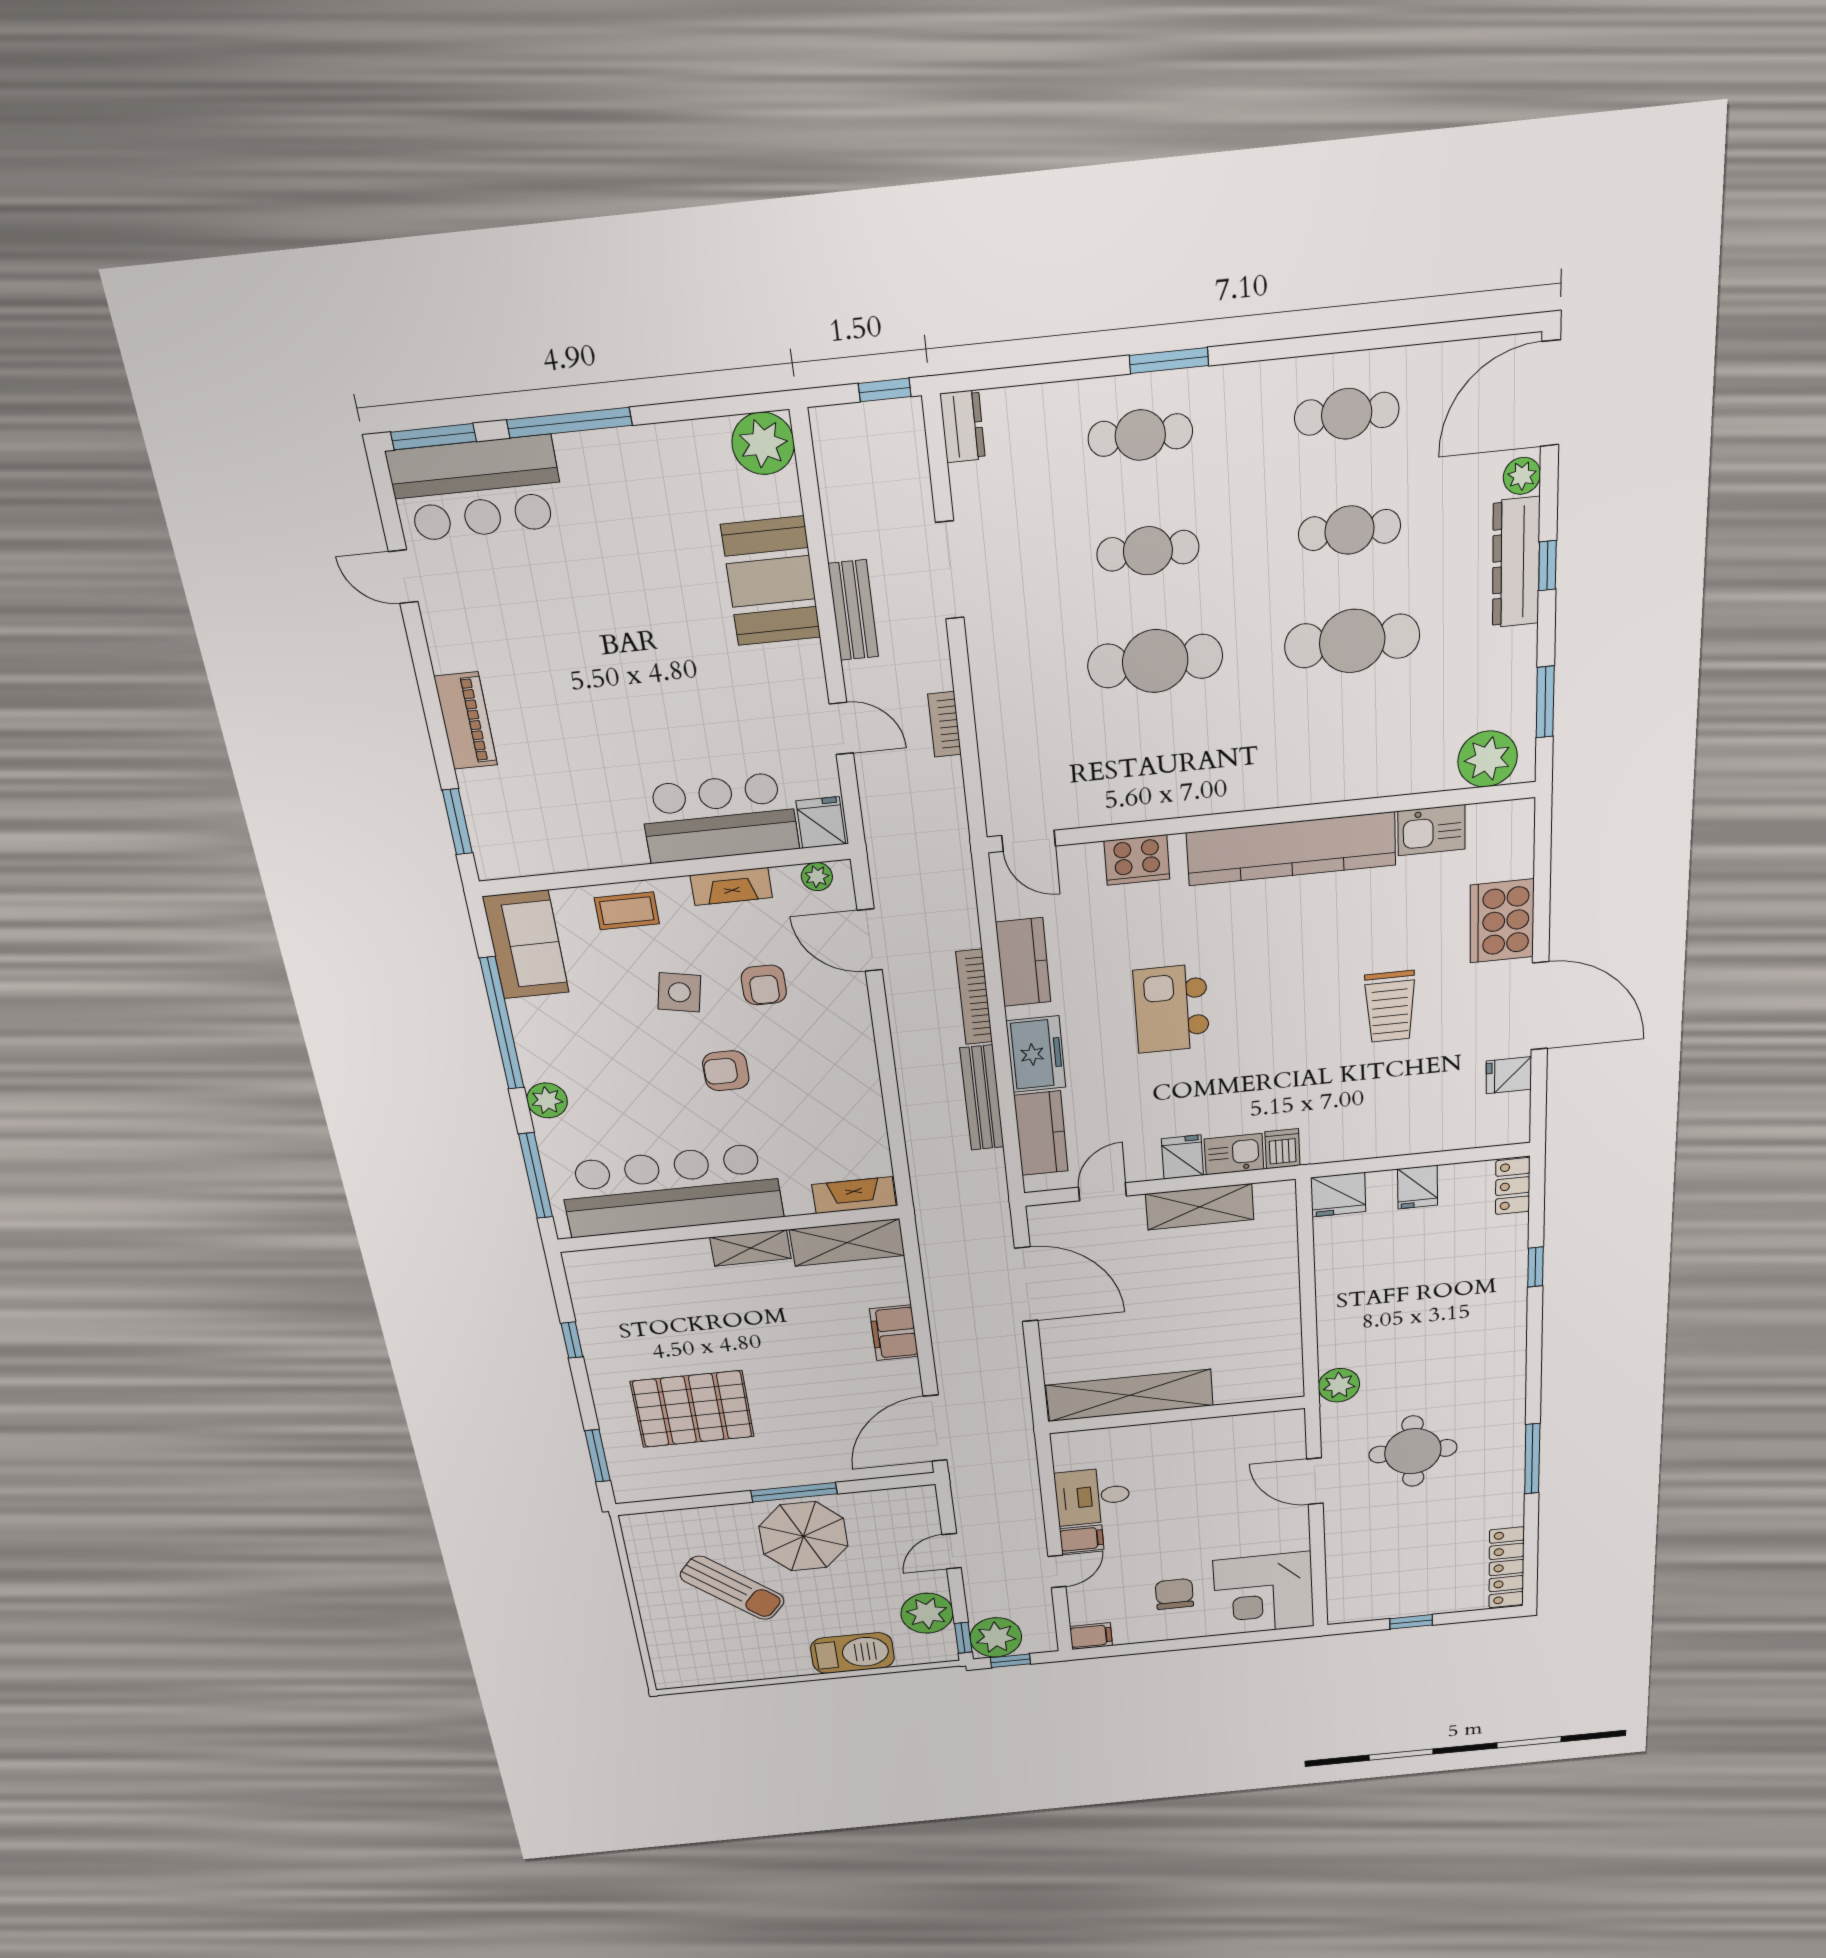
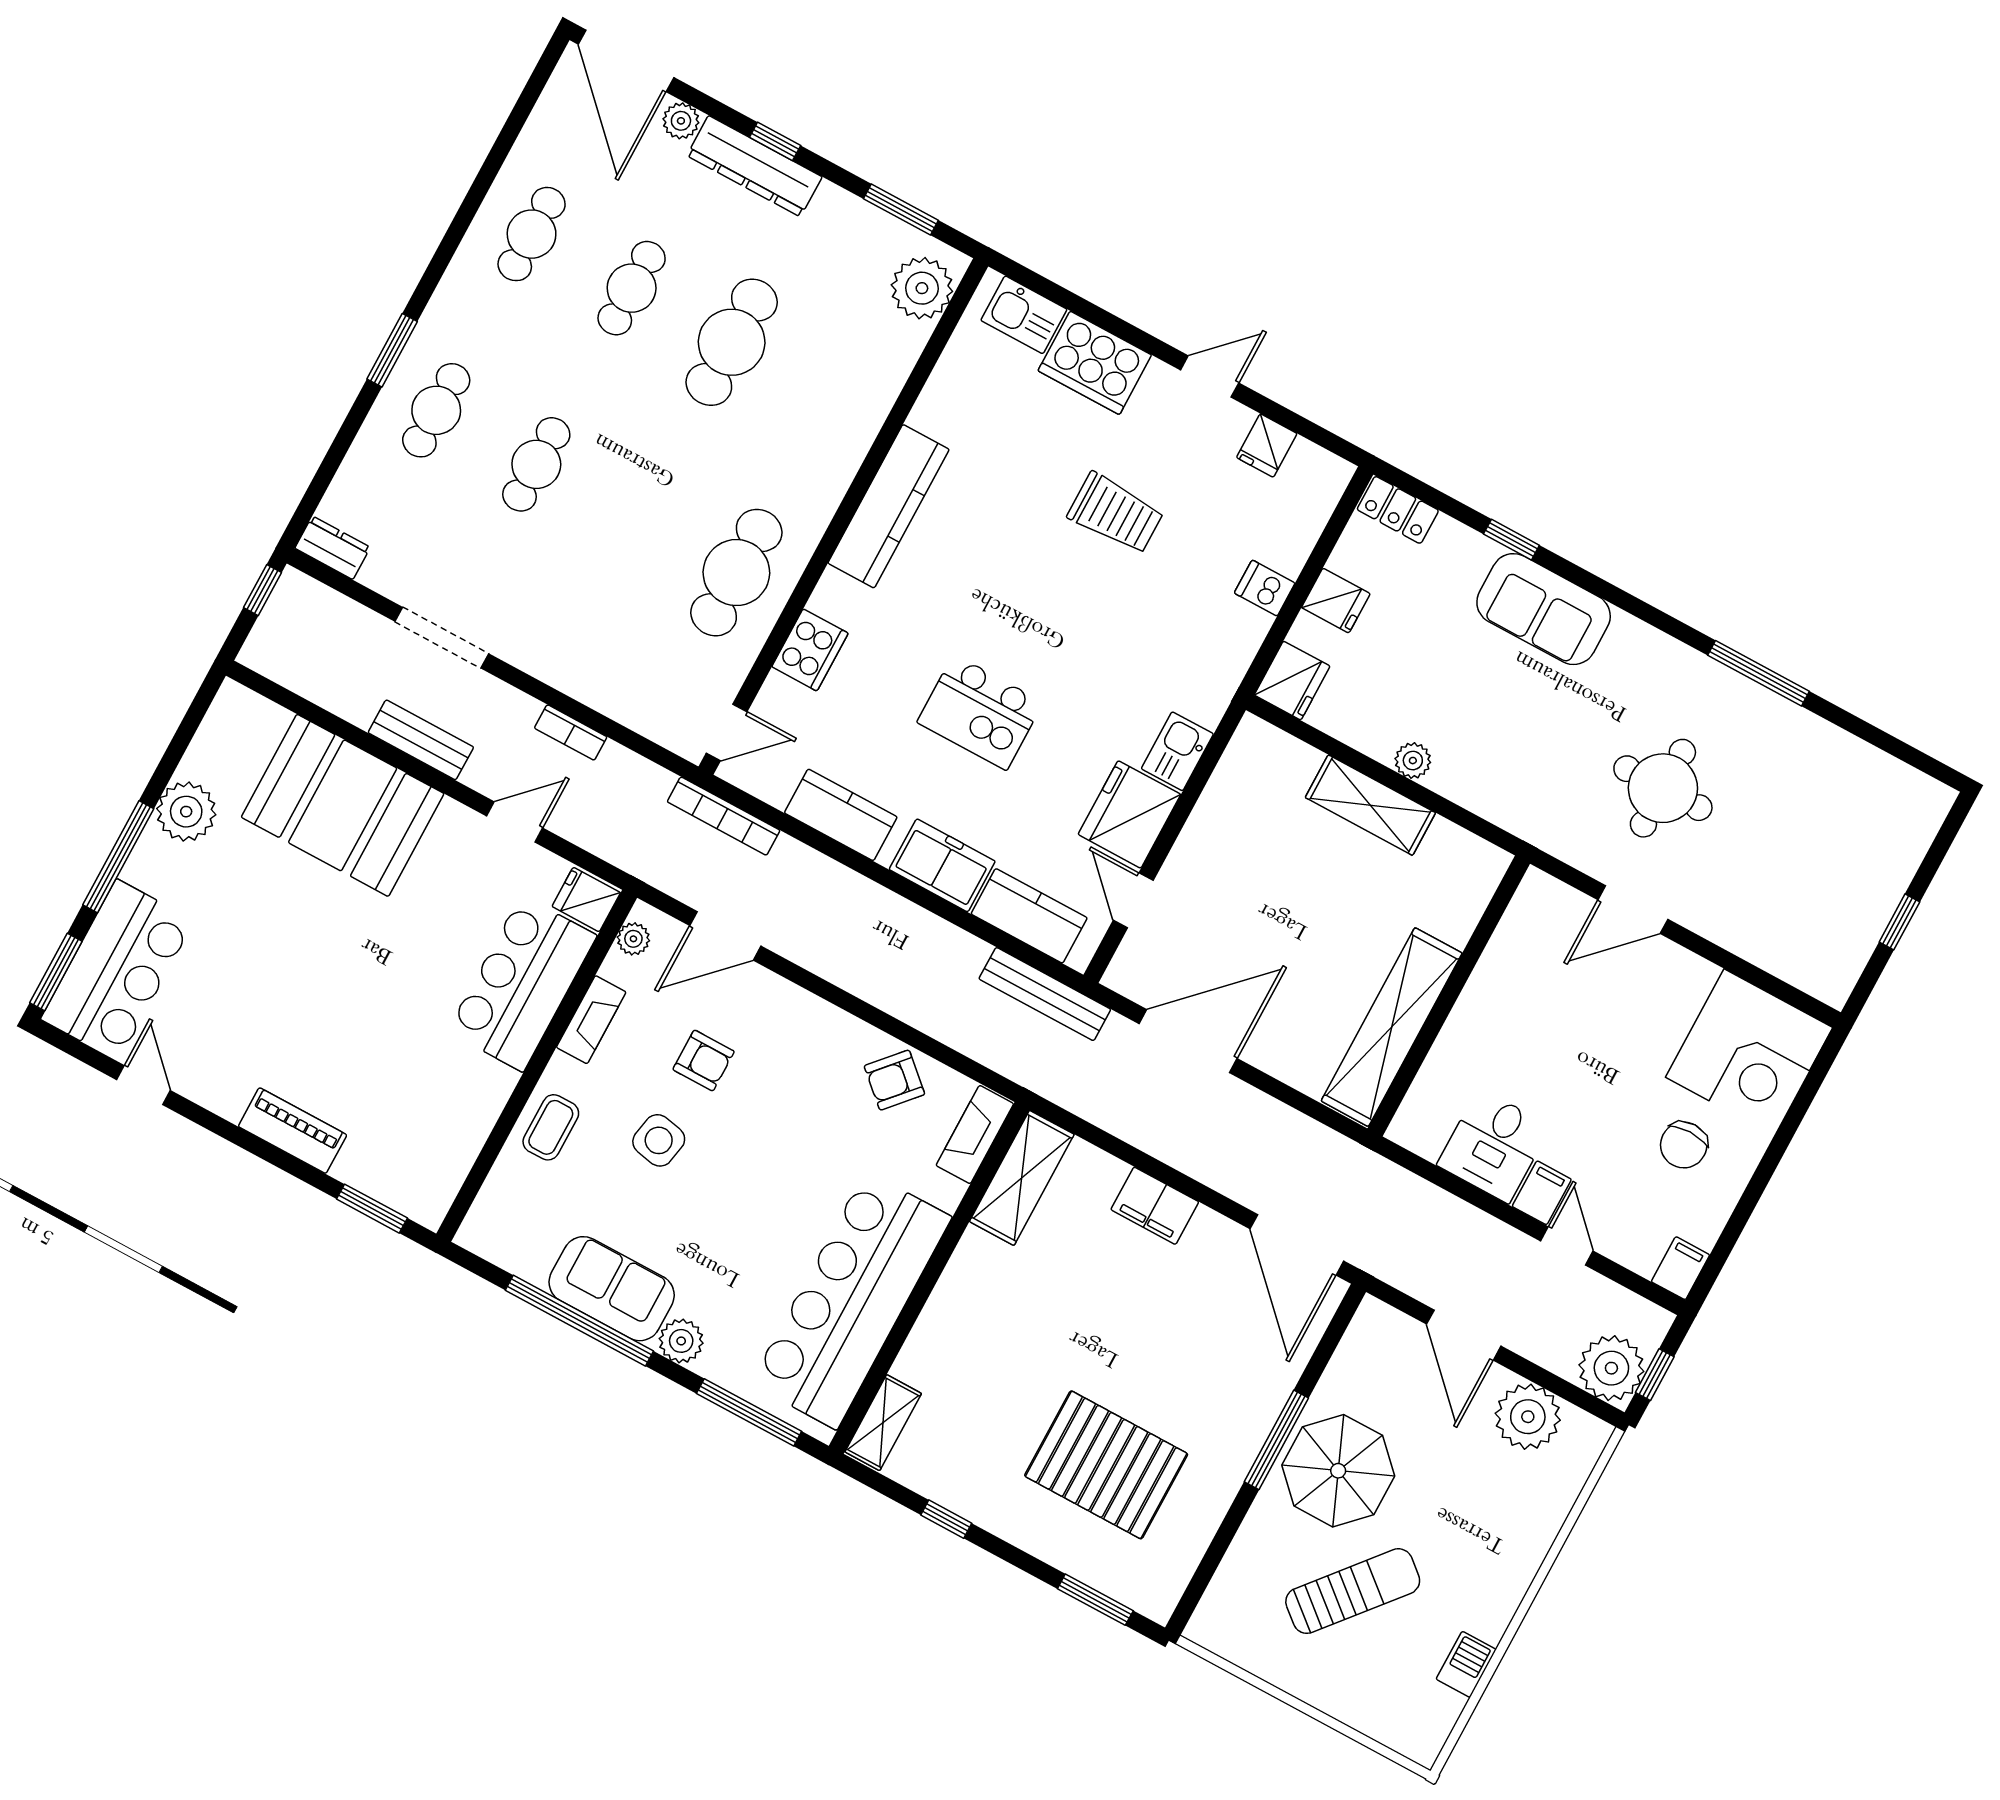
plant: (763, 443) -> (186, 812), moved
door: (403, 577) -> (144, 1085), swing flipped
booth: (771, 581) -> (343, 805), width x1.36, depth x1.42
cafe table: (1155, 661) -> (736, 573), moved
kitchen sink: (1431, 830) -> (1024, 315), moved, turned 90
kitchen counter: (1291, 849) -> (889, 506), width x0.72, depth x0.86
sofa: (526, 945) -> (612, 1289), moved
bookcase: (974, 997) -> (724, 816), moved
door: (1540, 1006) -> (1210, 376), width x0.53
armchair: (726, 1071) -> (894, 1080), moved, turned 42
bench: (982, 1098) -> (1045, 994), moved
dishwasher: (1282, 1149) -> (1265, 588), moved
fridge: (1182, 1157) -> (1129, 814), width x1.88, depth x1.34
shelving: (1200, 1207) -> (1370, 805), moved, turned 90
shelving: (751, 1248) -> (883, 1423), moved
sofa: (1496, 1314) -> (1544, 609), added
plant: (1339, 1385) -> (1413, 761), moved, width x0.73, depth x0.73
pallet: (692, 1409) -> (1106, 1465), turned 90
door: (952, 1551) -> (1464, 1335), width x1.38
locker: (1507, 1568) -> (1892, 780), removed
chair: (1174, 1594) -> (1684, 1145), turned -90
window: (963, 1638) -> (1588, 1402), removed
barbecue: (852, 1653) -> (1466, 1664), moved, width x0.53, depth x0.65

